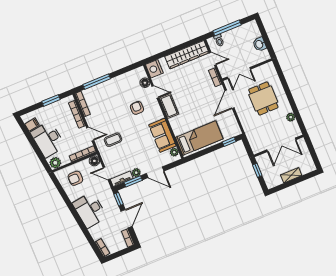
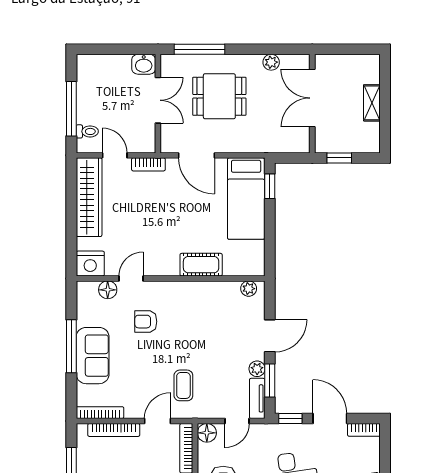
washbasin: (259, 44) -> (144, 64), moved
door: (213, 59) -> (115, 155), hinge flipped
double door: (239, 73) -> (158, 100), moved
window: (283, 79) -> (200, 49), added
window: (97, 82) -> (71, 346), moved
cot: (169, 106) -> (201, 265), moved
sofa: (162, 135) -> (93, 356), moved, turned -90
bed: (199, 138) -> (246, 199), moved, turned 180
double door: (281, 145) -> (312, 98), swing flipped

